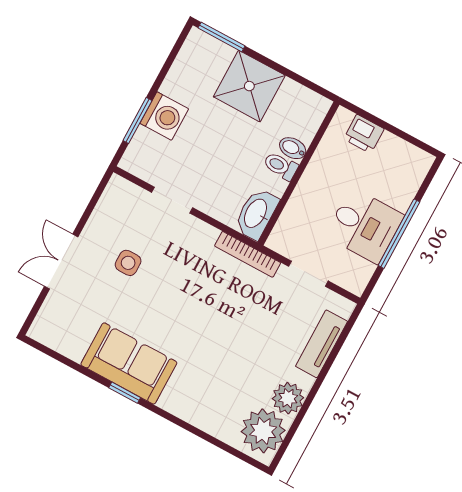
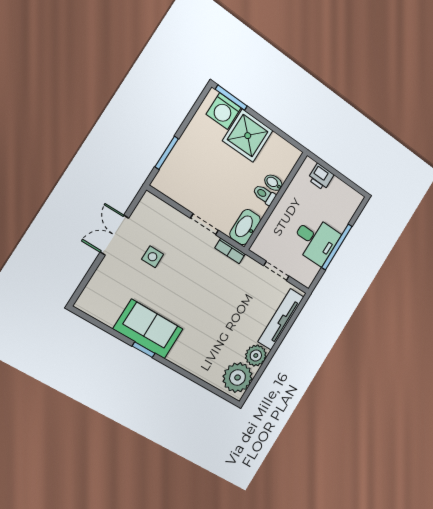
washing machine: (164, 116) -> (224, 111), moved, turned 90
doorway: (172, 200) -> (204, 224), moved
bookcase: (248, 254) -> (230, 251), width x0.64
double door: (61, 262) -> (114, 235), moved
tv unit: (322, 344) -> (281, 319), width x1.41

